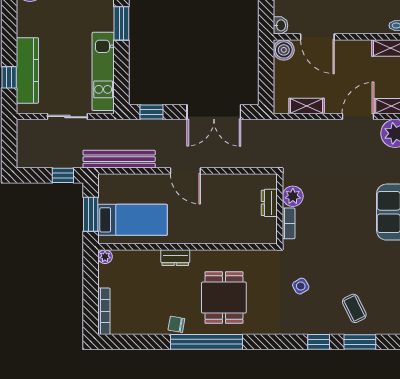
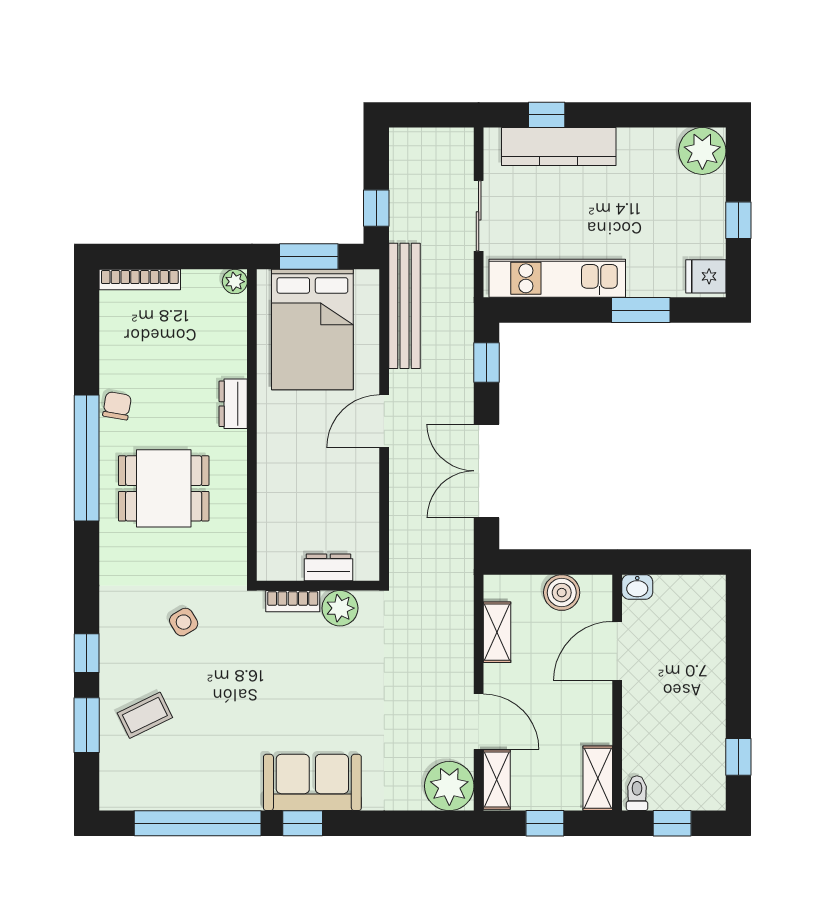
boiler: (284, 50) -> (562, 593), moved
bed: (133, 220) -> (312, 329), width x1.50

